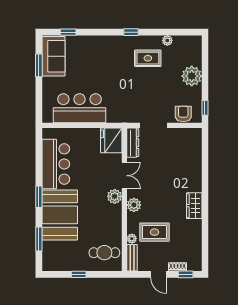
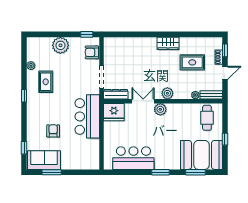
armchair: (89, 67) -> (53, 131), added
bar counter: (79, 108) -> (87, 116), moved
booth: (60, 215) -> (201, 155), moved
rug: (154, 232) -> (192, 62), moved, turned 90

